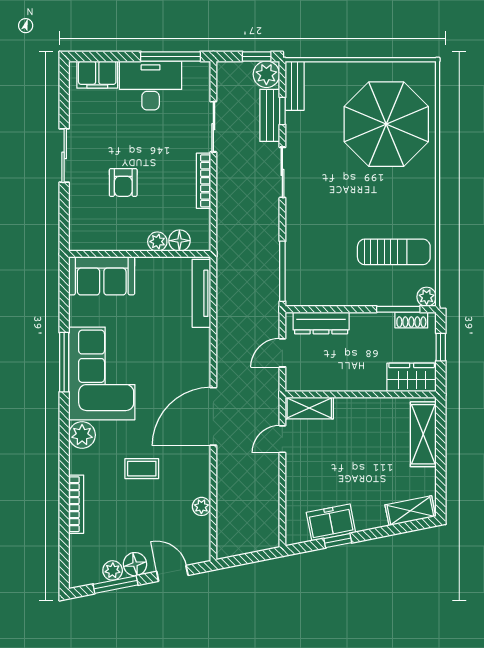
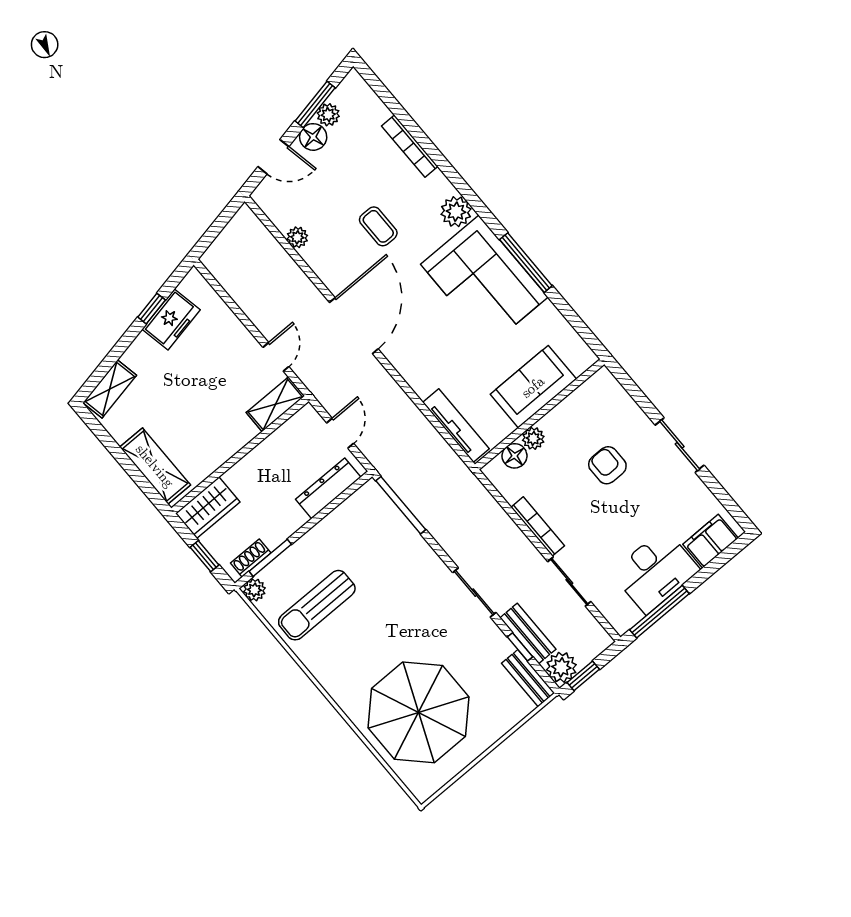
sofa: (102, 276) -> (533, 387), moved
coffee table: (142, 469) -> (378, 226), turned 90

